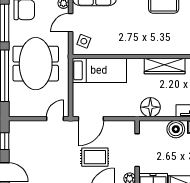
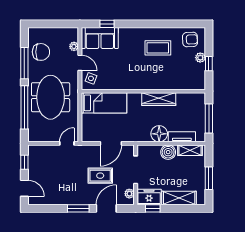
door: (71, 23) -> (80, 63), swing flipped
floor lamp: (150, 107) -> (159, 134), moved
door: (91, 119) -> (111, 143), moved

